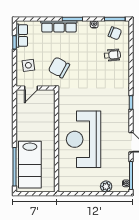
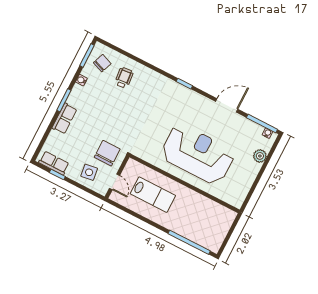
row of seats: (59, 26) -> (64, 119), width x0.68
chair: (59, 67) -> (107, 153), moved, turned 151
reception desk: (83, 139) -> (198, 154), turned 180
lab bench: (30, 165) -> (153, 195), moved, width x0.73, depth x0.72

